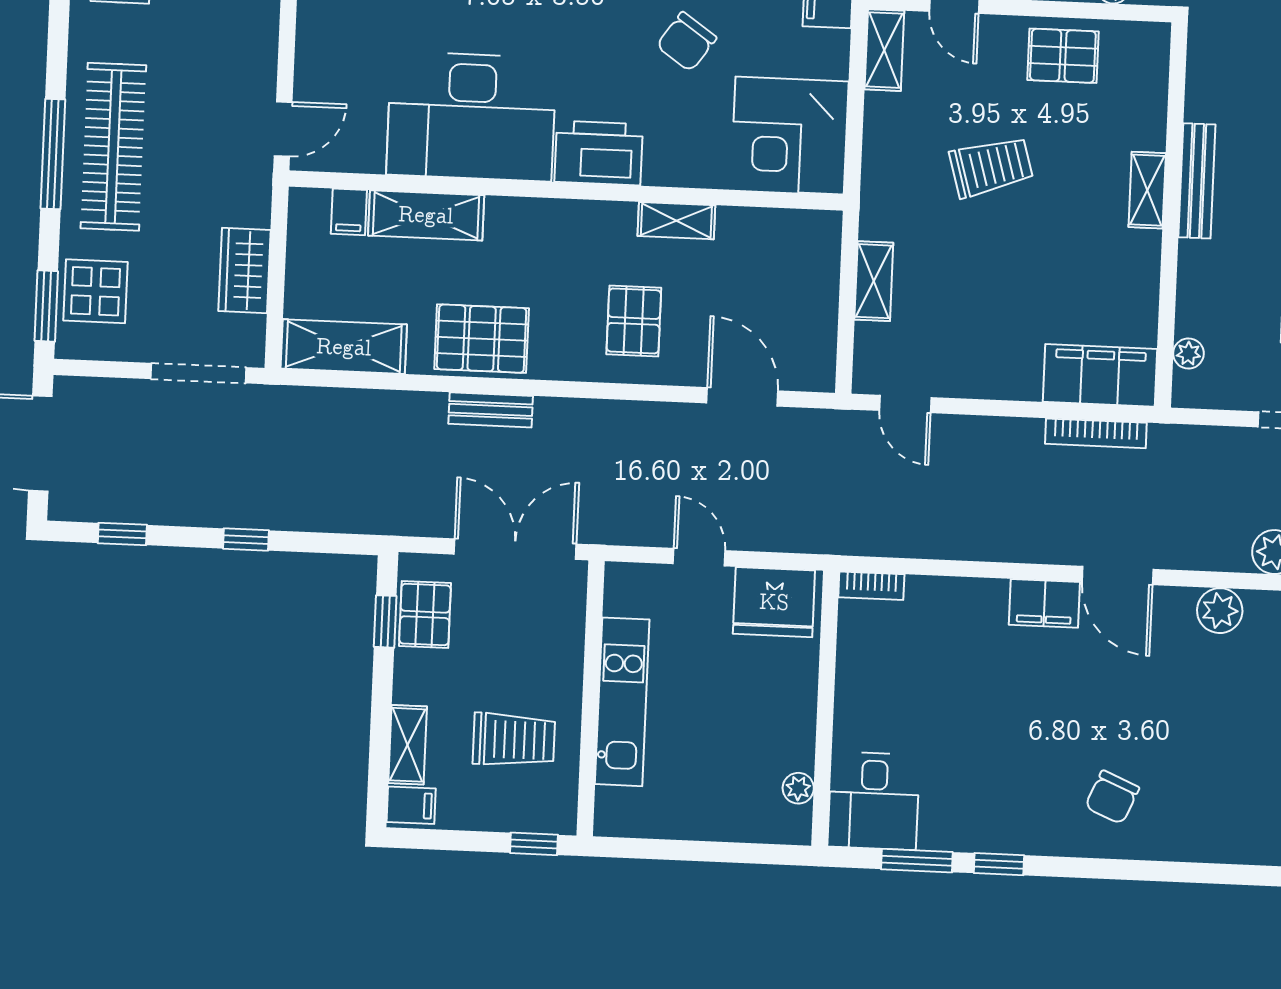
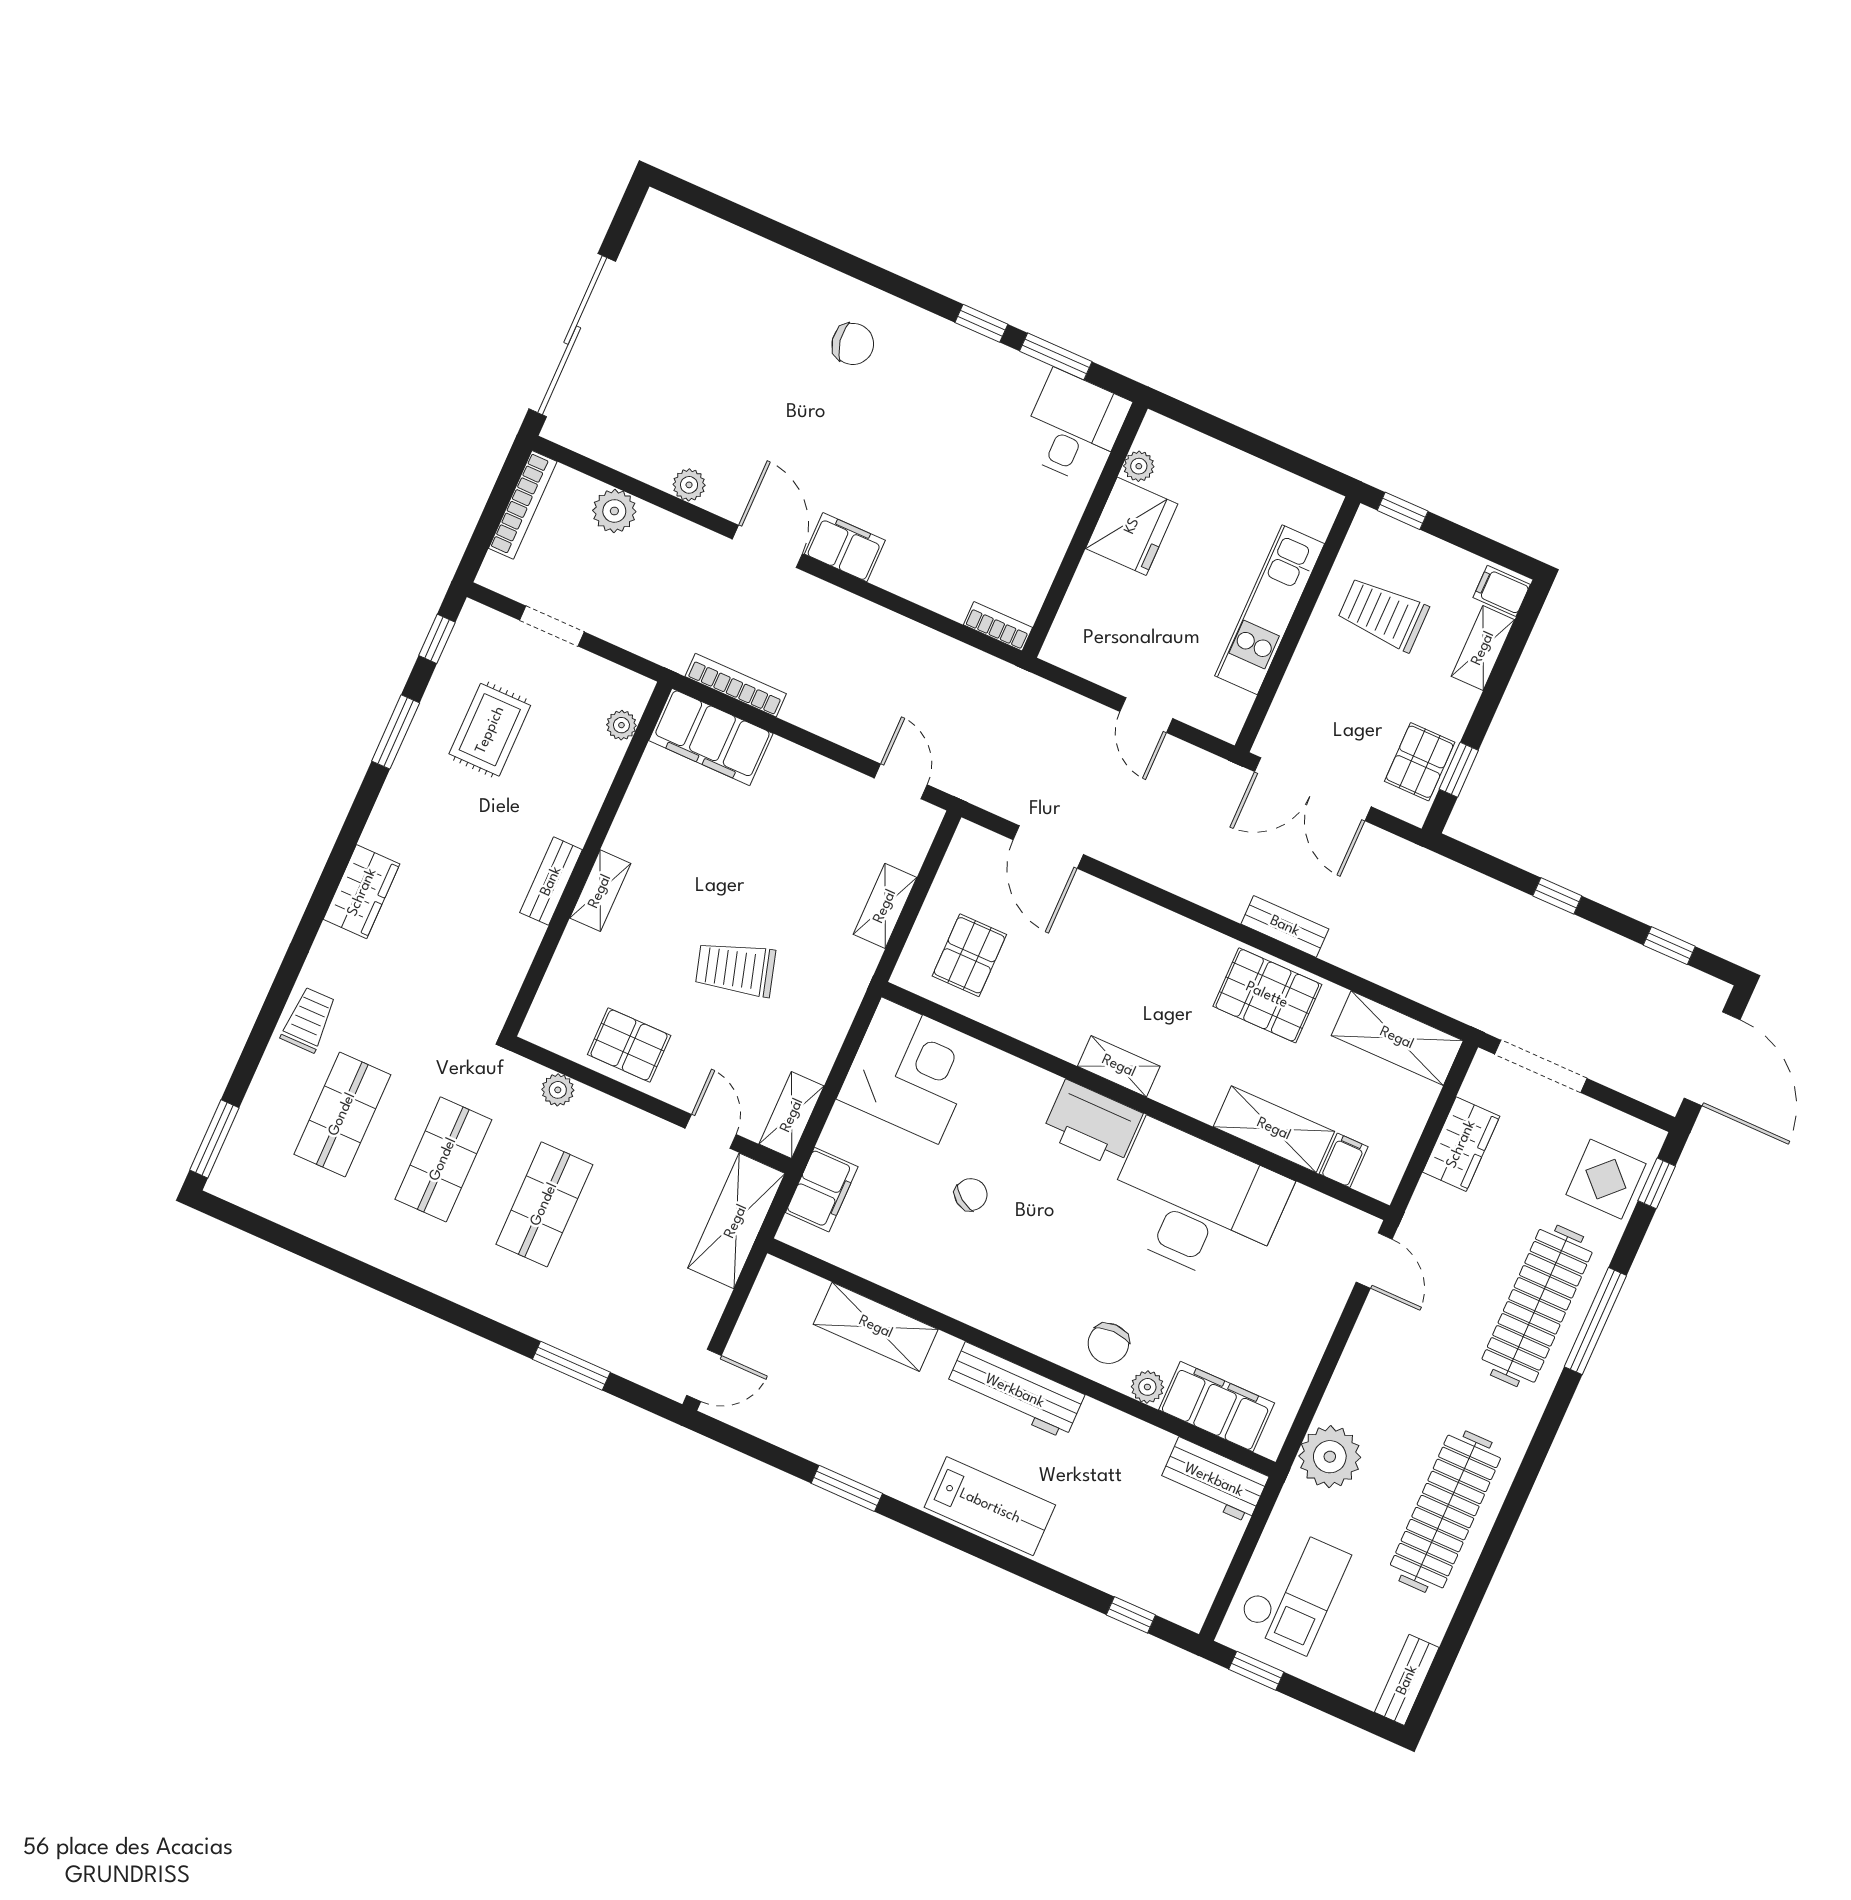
chair: (686, 42) -> (971, 1195), width x0.73, depth x0.73
door: (283, 129) -> (1374, 1261), swing flipped
bench: (1197, 181) -> (551, 881), width x0.73
shelving: (676, 221) -> (1119, 1066), moved
window: (46, 306) -> (1657, 1183), width x0.67
pallet: (634, 321) -> (969, 955), moved
fridge: (774, 602) -> (1132, 526), moved, turned 90
plant: (1220, 611) -> (689, 485), width x0.73, depth x0.73
chair: (1112, 797) -> (853, 344), turned 57

